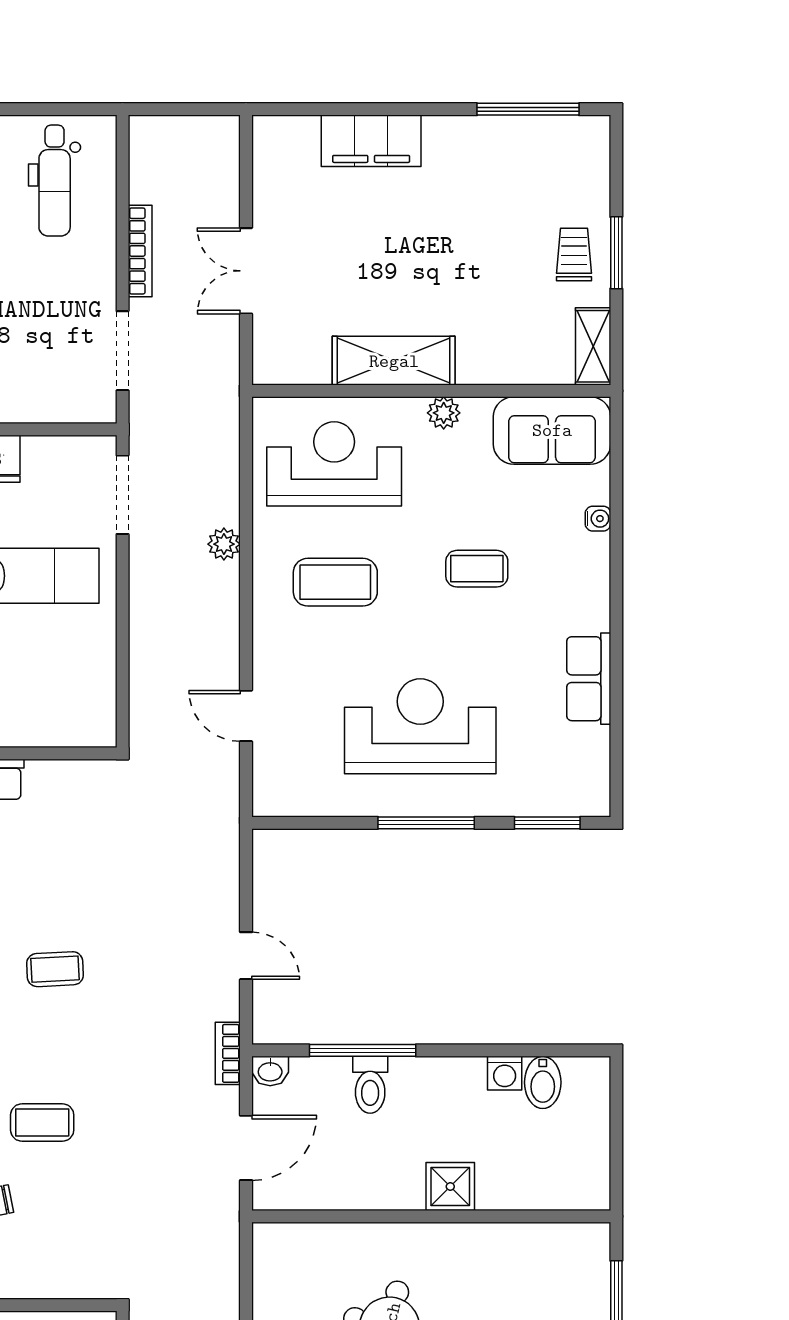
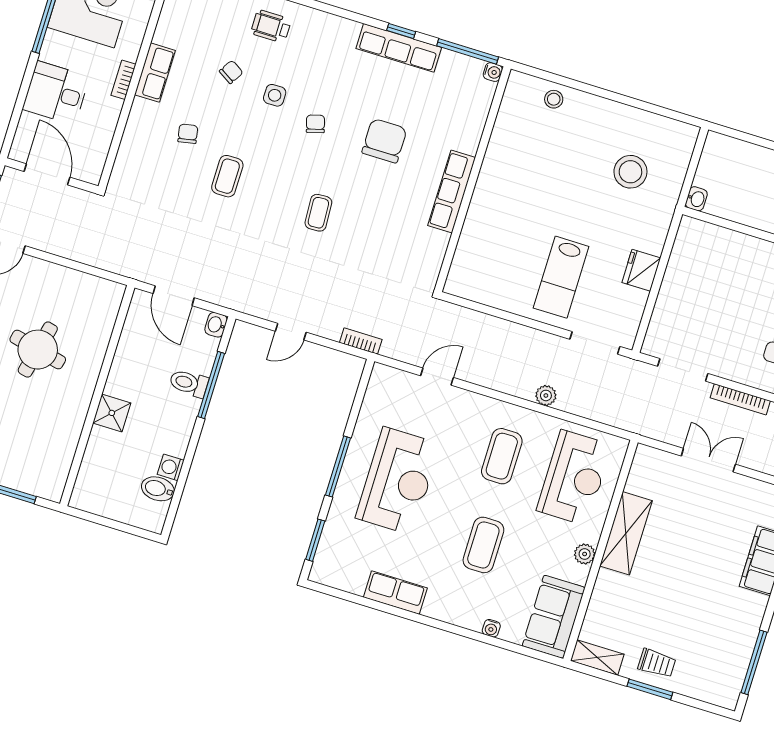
coffee table: (477, 569) -> (483, 545), width x1.36, depth x1.30
bookcase: (228, 1053) -> (361, 341), moved

